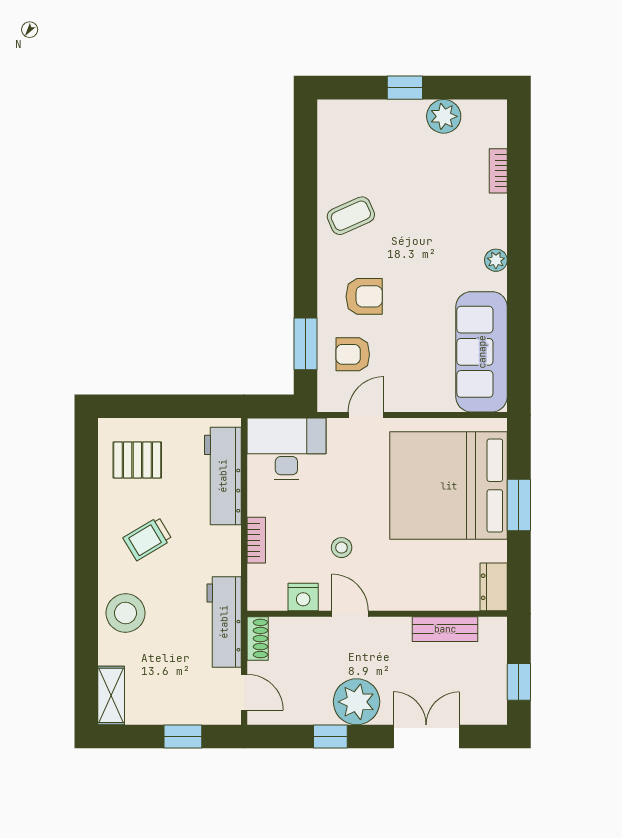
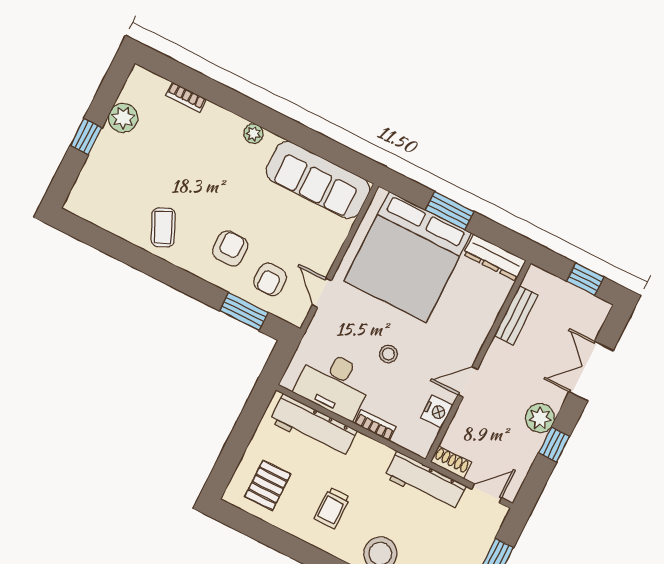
desk: (286, 449) -> (334, 384), moved, turned -90
trolley: (148, 539) -> (332, 508), turned 31
stool: (342, 548) -> (388, 354), moved
dresser: (494, 587) -> (495, 258), width x1.44
plant: (357, 702) -> (540, 418), width x0.73, depth x0.73

